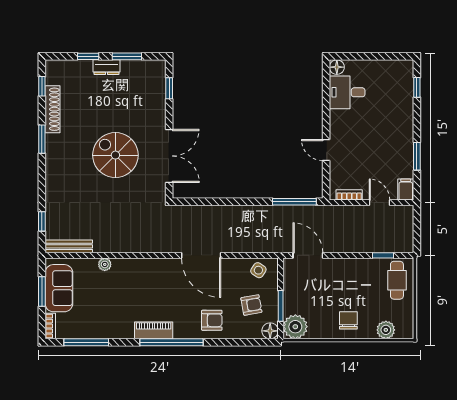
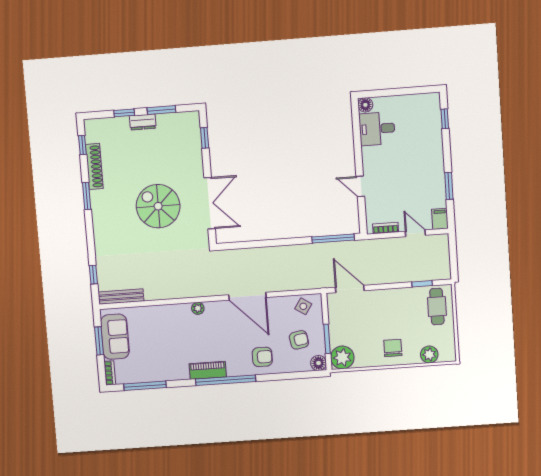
plant: (105, 264) -> (198, 308), moved

